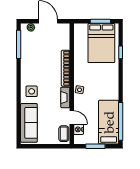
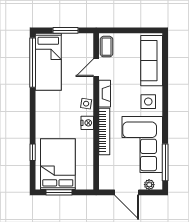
corner sofa: (36, 58) -> (142, 144), added
door: (72, 117) -> (96, 68), hinge flipped
nightstand: (79, 129) -> (87, 123), moved

